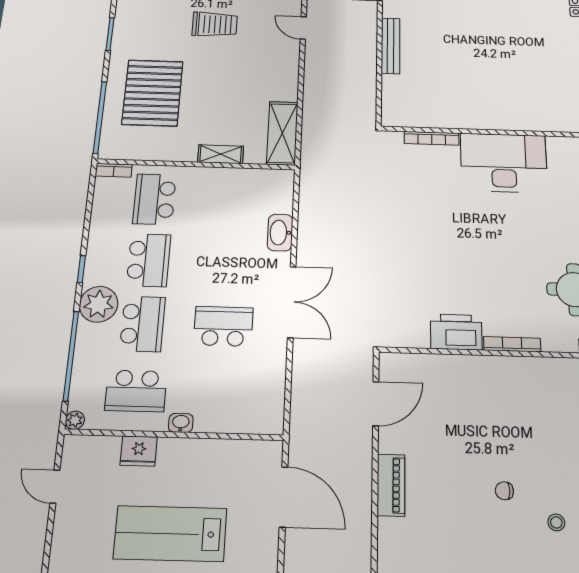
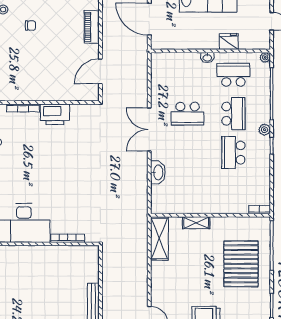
school desk: (155, 199) -> (233, 191), removed
plant: (99, 304) -> (264, 130), width x0.53, depth x0.53
school desk: (142, 324) -> (233, 114), turned 180

